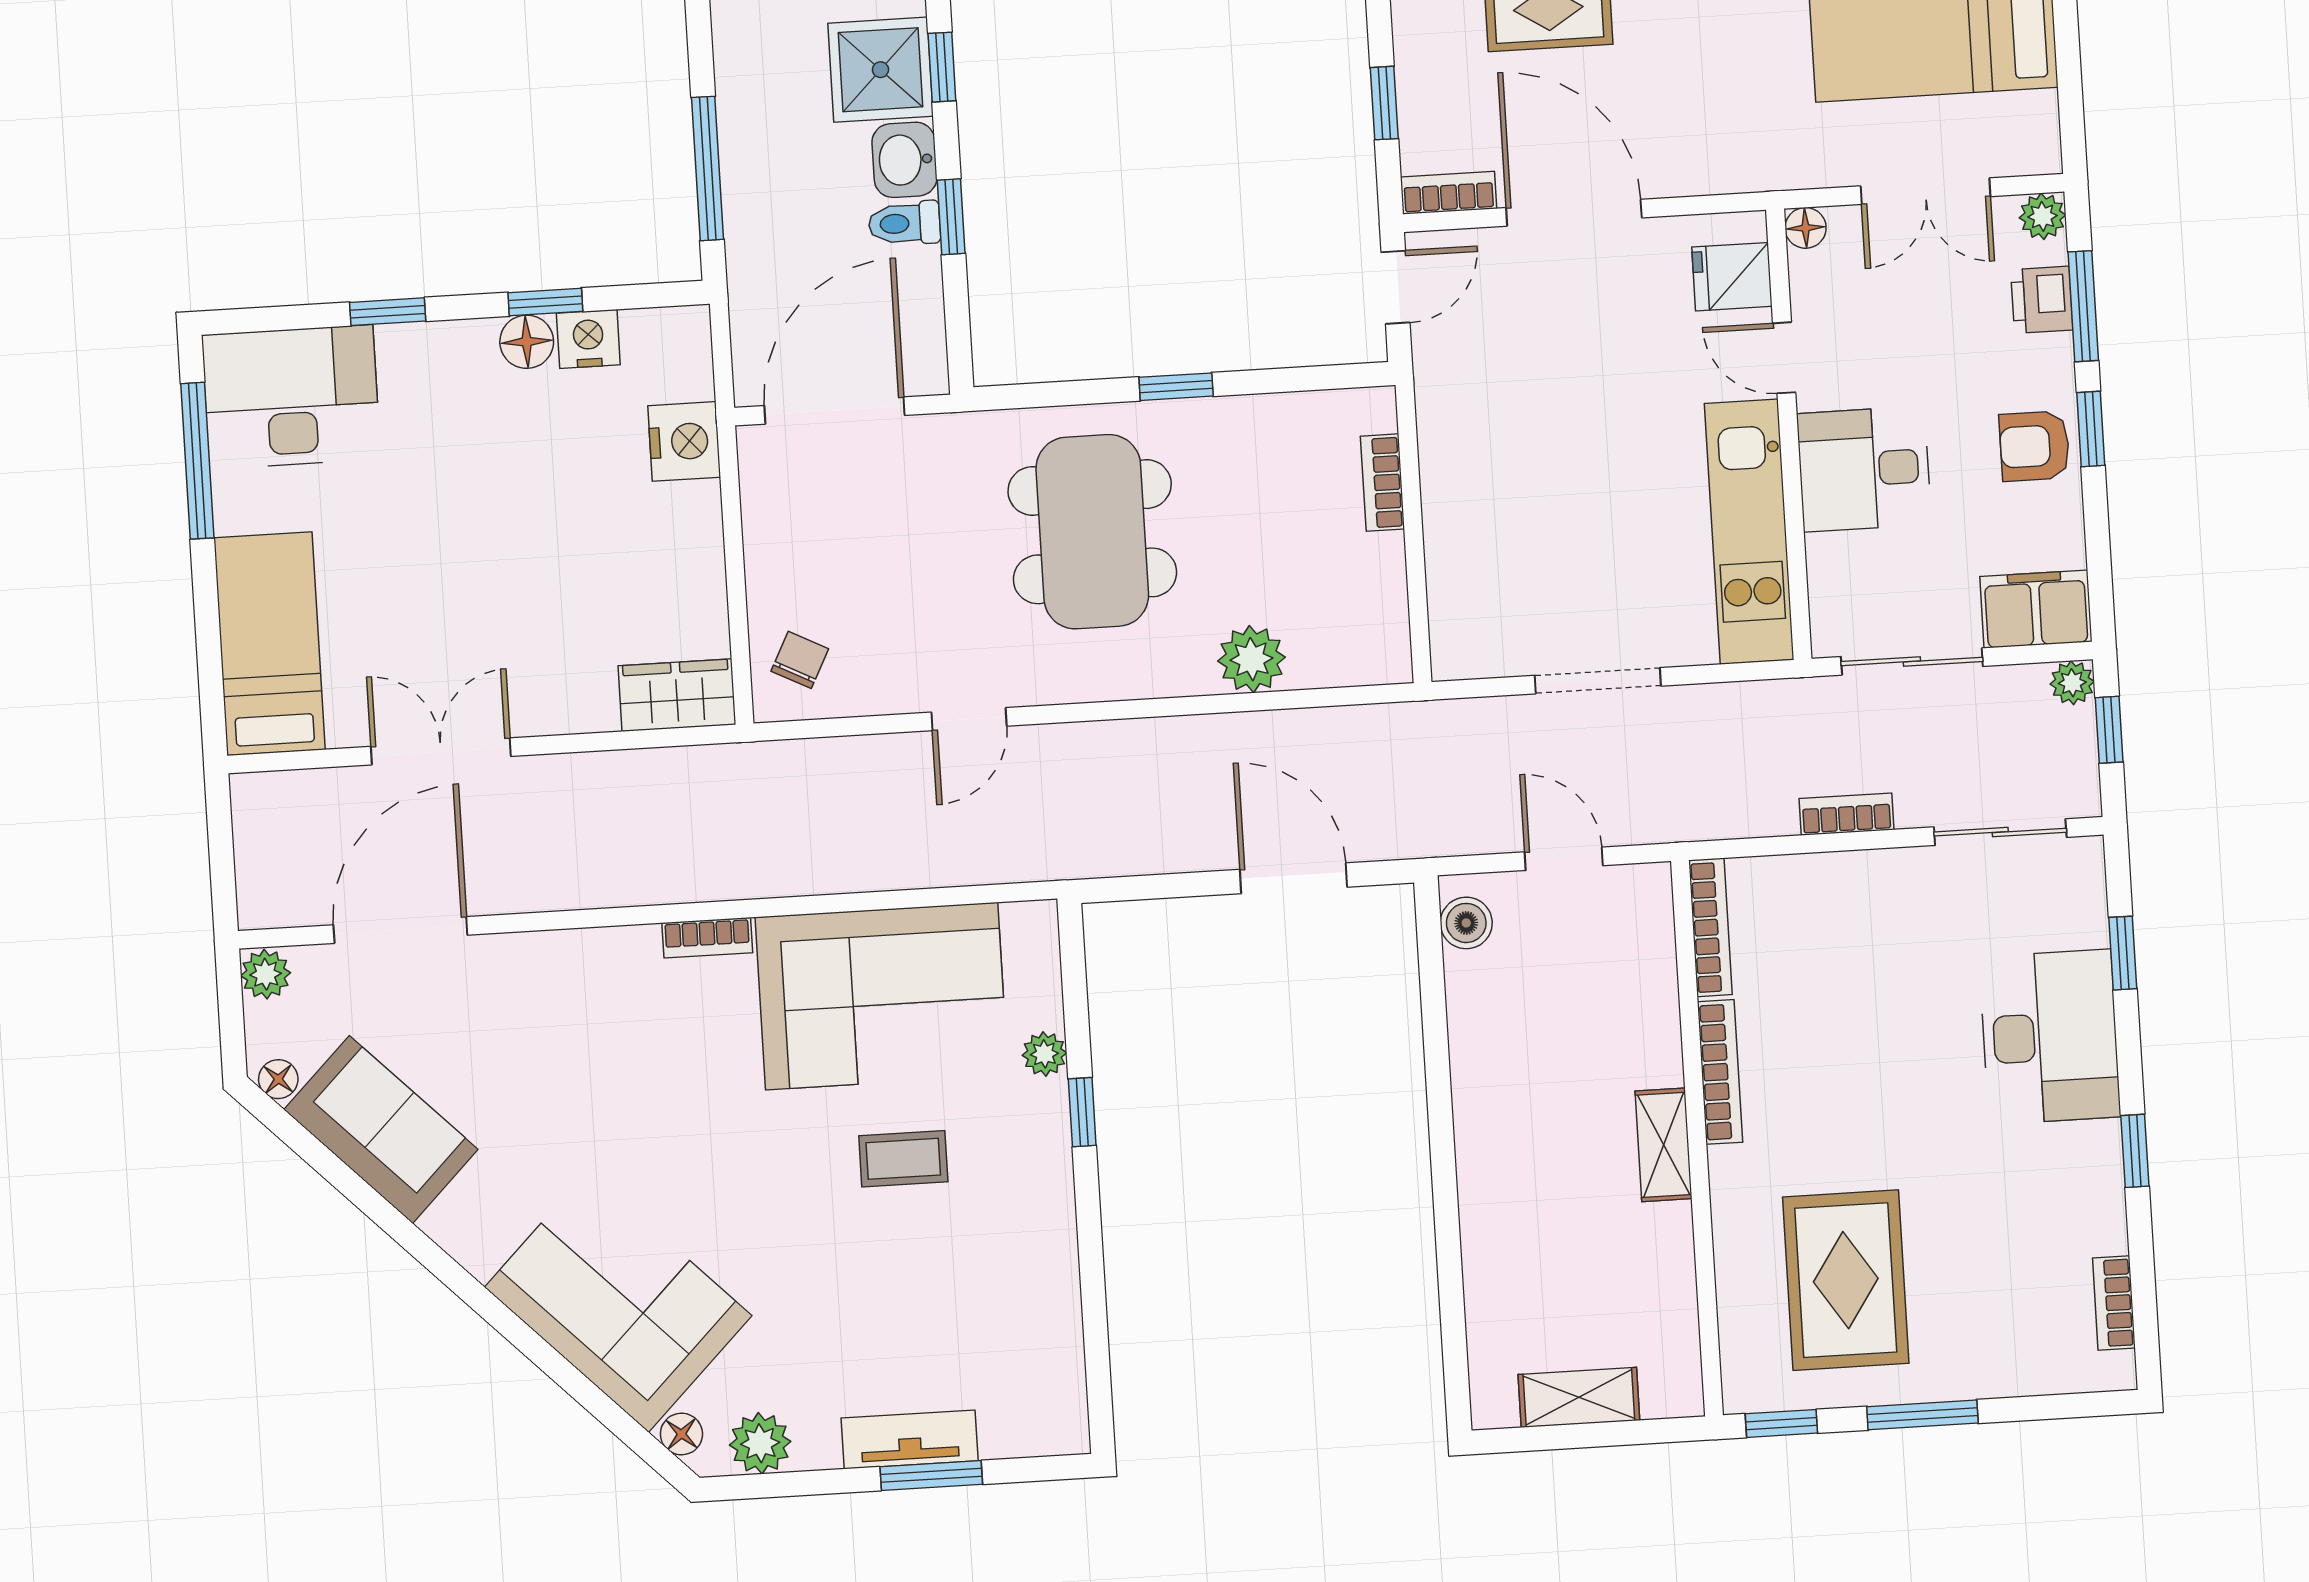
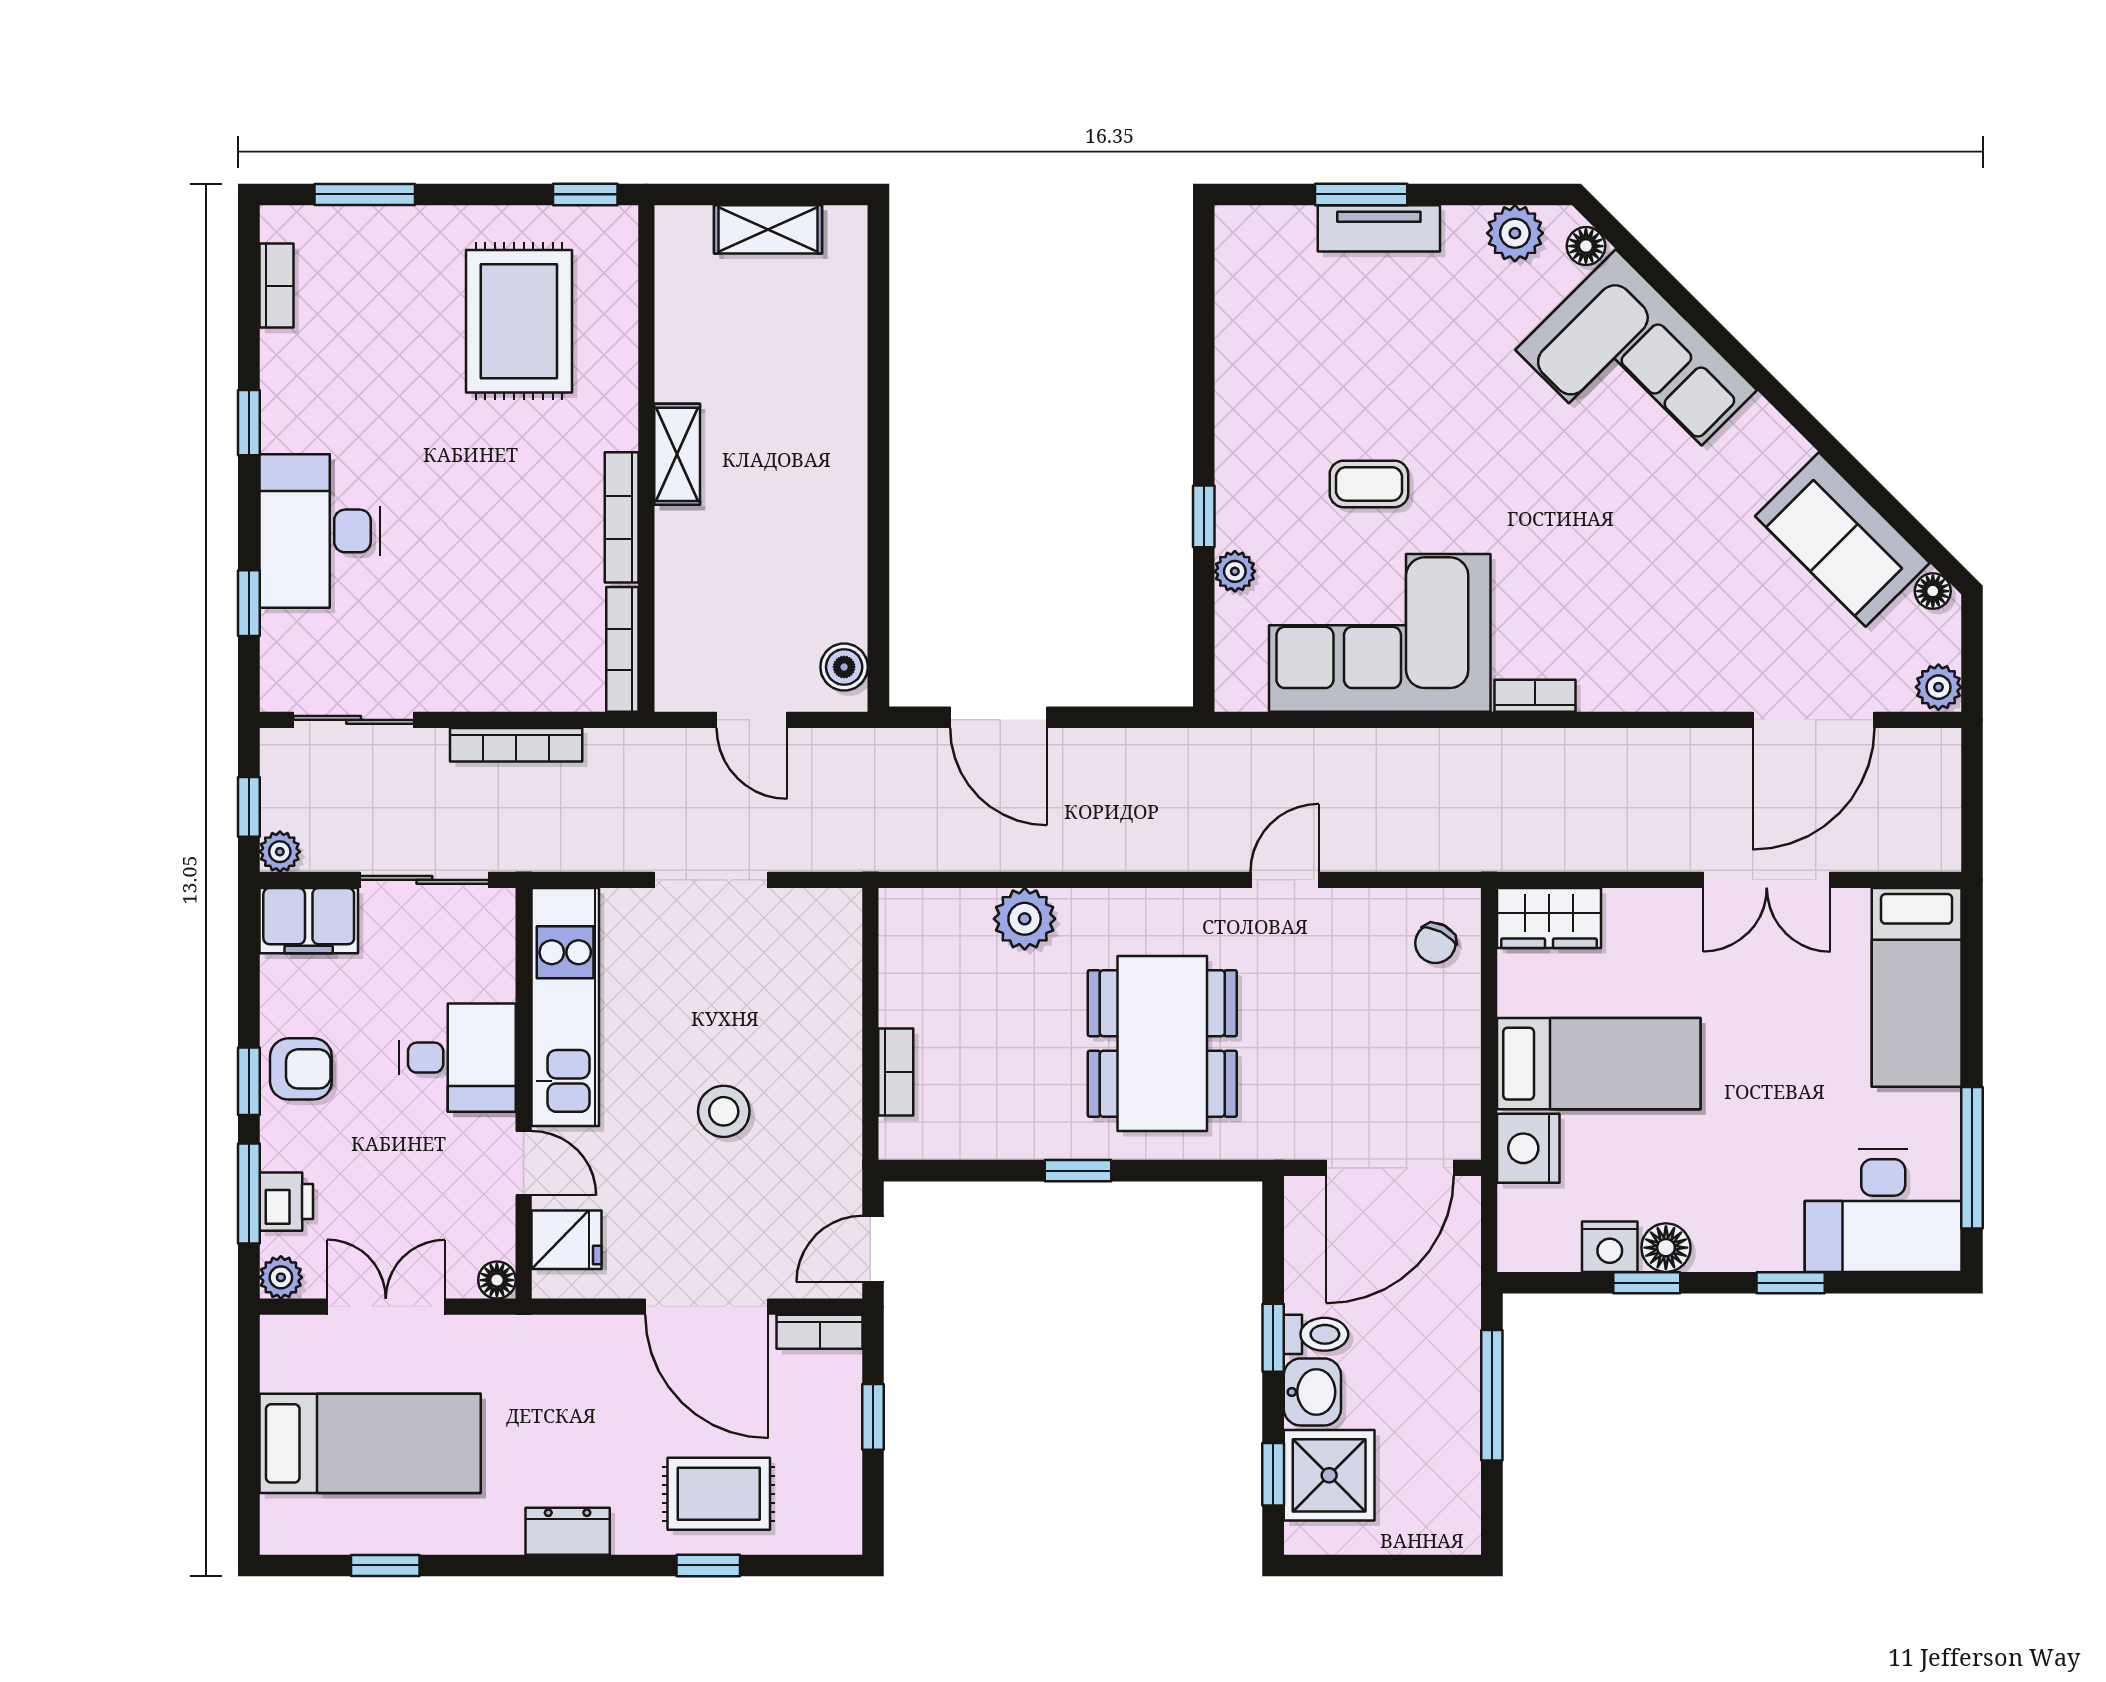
stool: (1568, 428) -> (724, 1111), added
bed: (613, 539) -> (1599, 1064), added
bookcase: (1846, 814) -> (516, 745), width x1.56
window: (1922, 1415) -> (365, 194), moved

